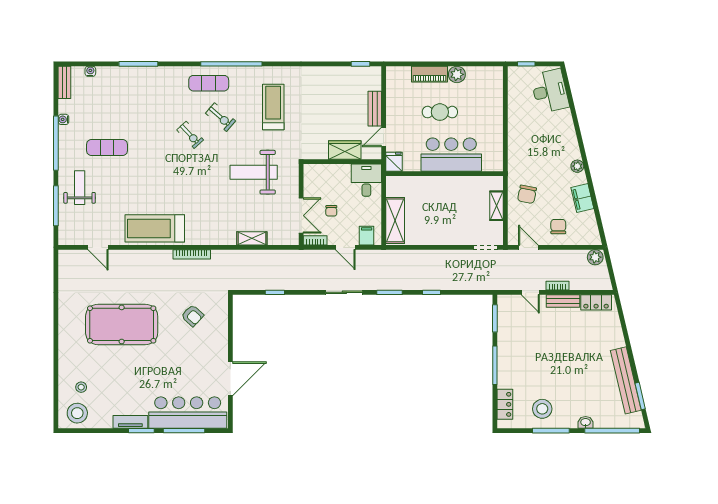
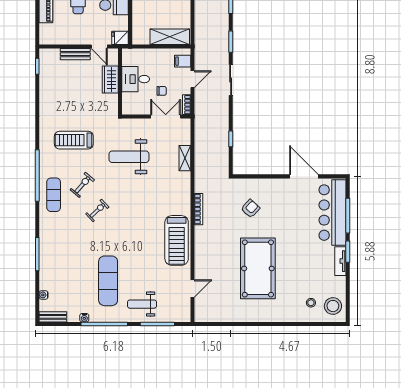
exercise mat: (107, 148) -> (108, 281), width x1.36, depth x1.45
weight bench: (254, 172) -> (129, 157), turned 90
desk: (366, 180) -> (136, 79), moved

